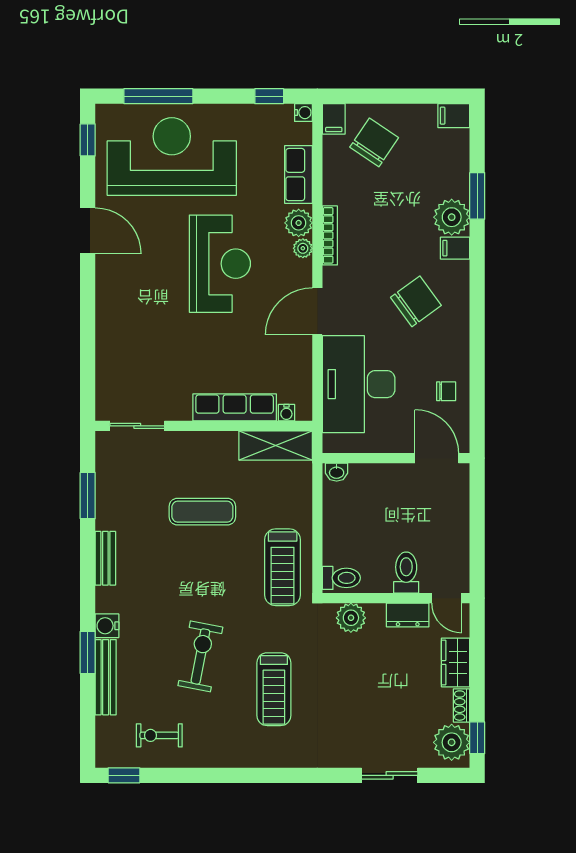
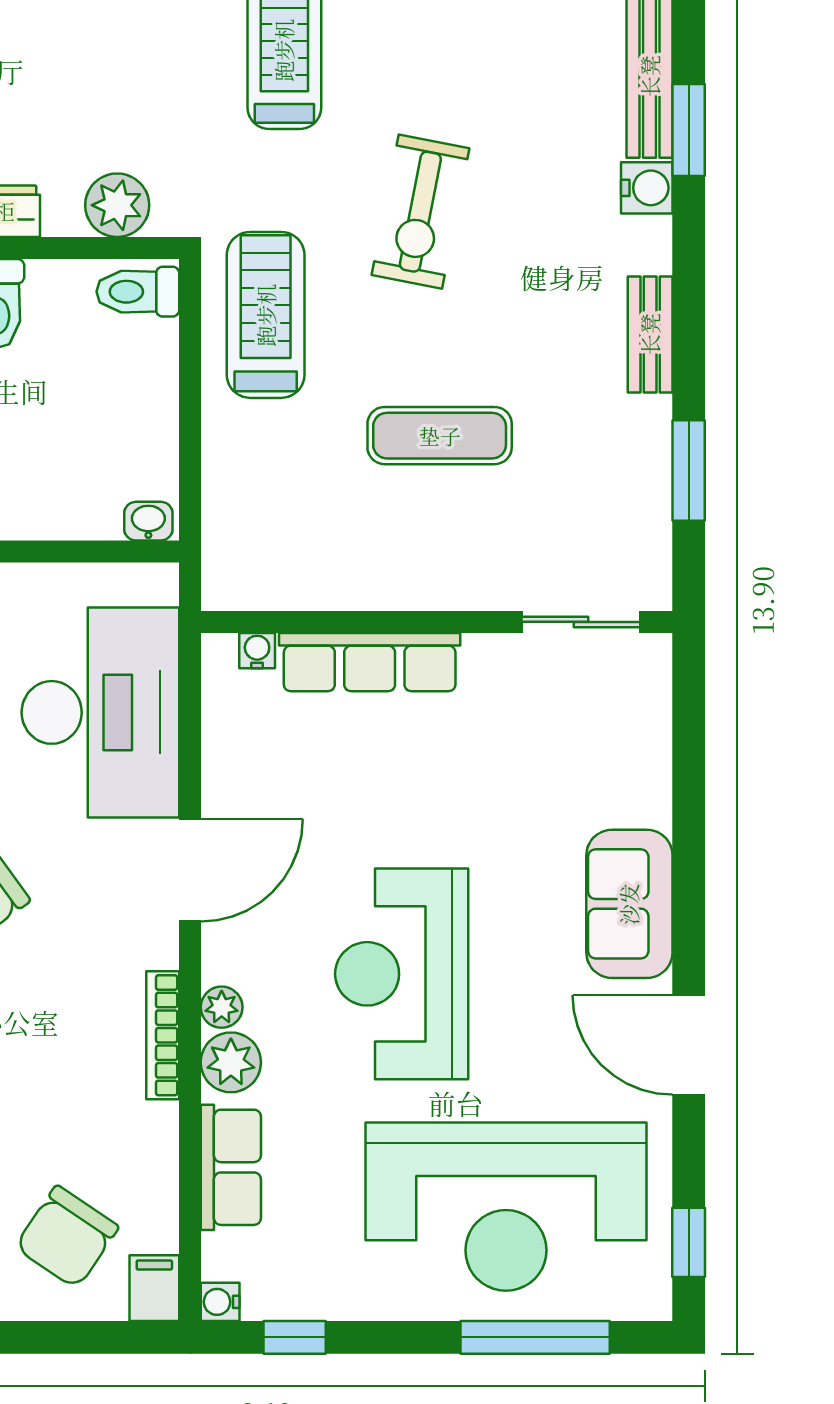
sofa: (115, 296) -> (629, 904), added
shelving: (276, 445) -> (281, 579), removed
exercise bike: (200, 656) -> (420, 212), moved

